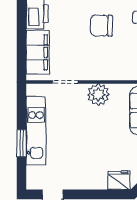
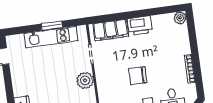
chair: (102, 26) -> (138, 76), turned -90
window: (22, 143) -> (52, 26), moved

